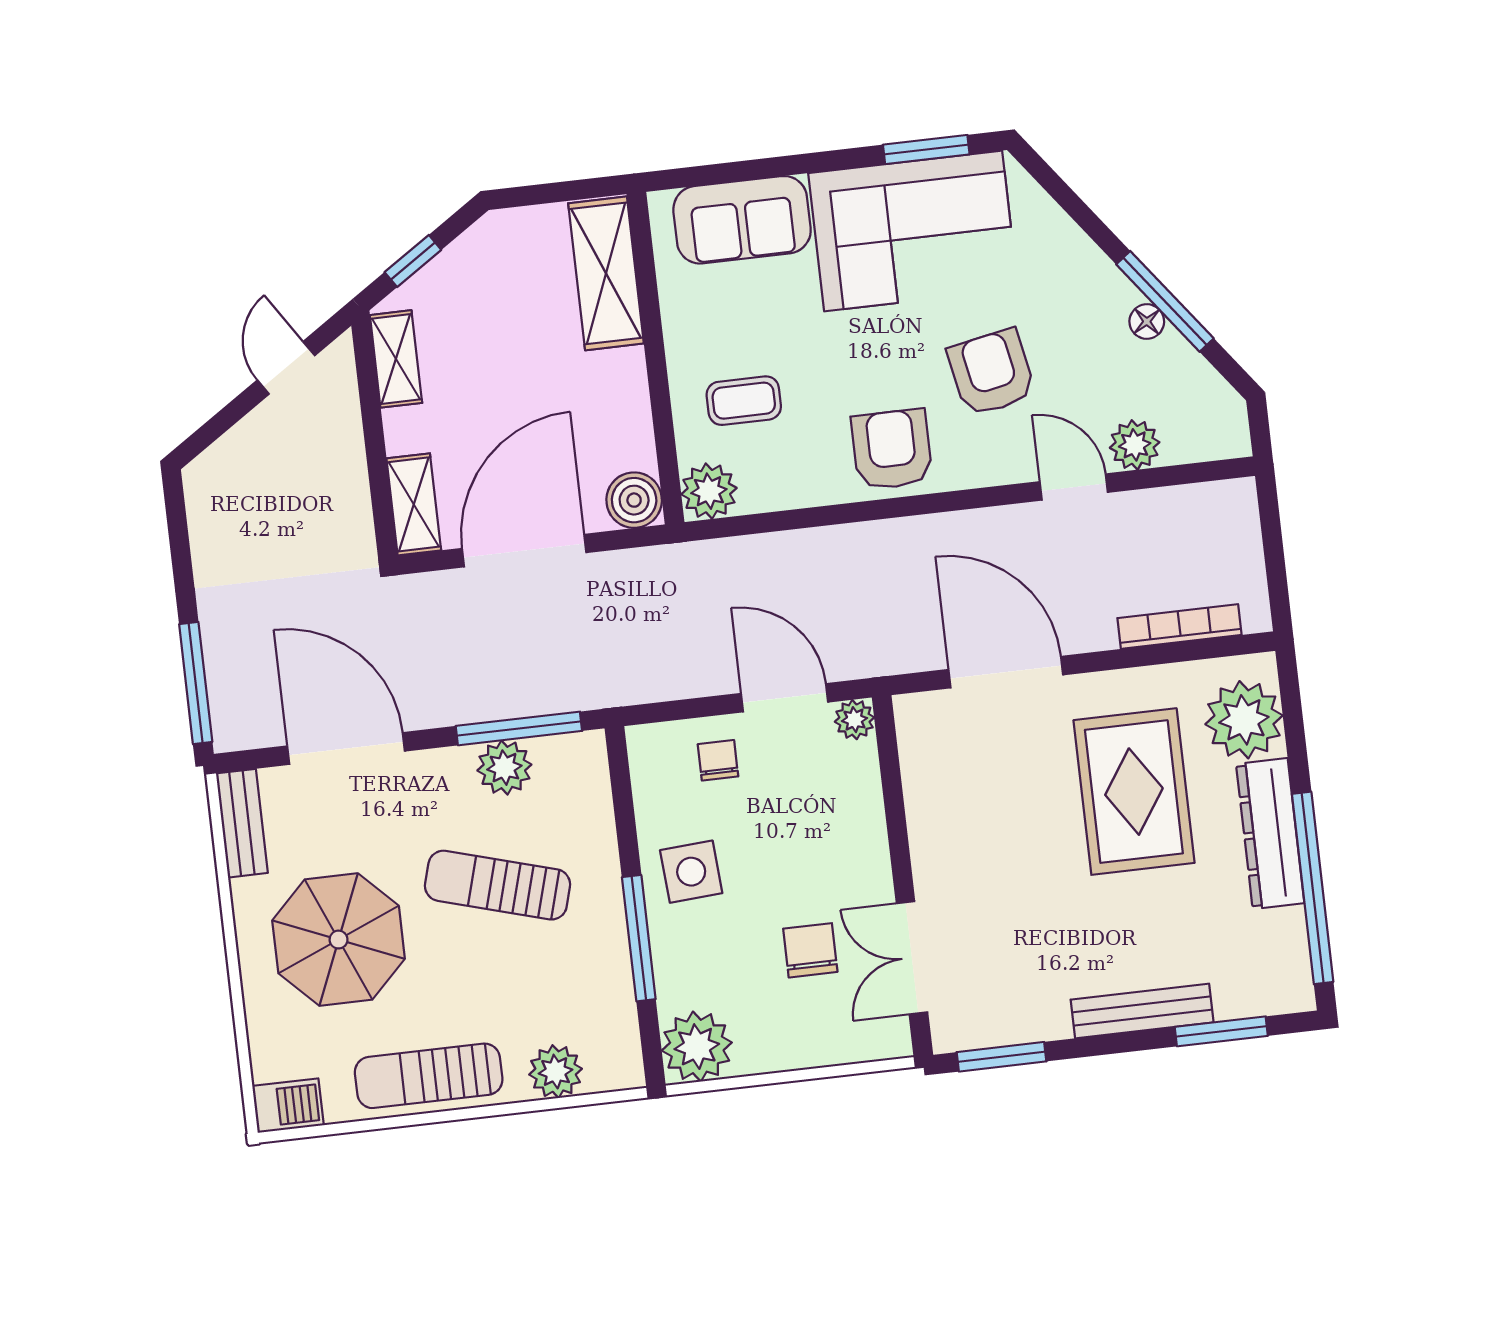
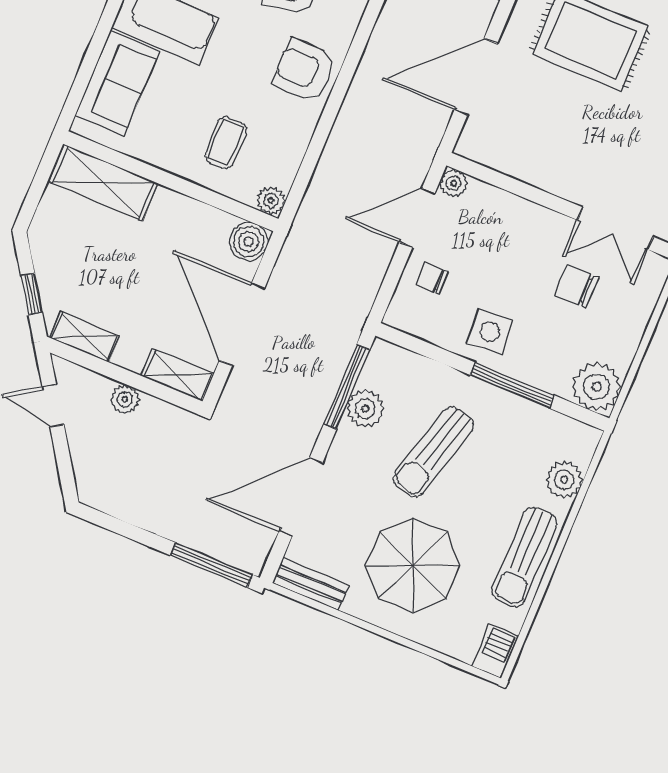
plant: (345, 455) -> (125, 399), added
plant: (709, 491) -> (271, 201), width x0.73, depth x0.73

